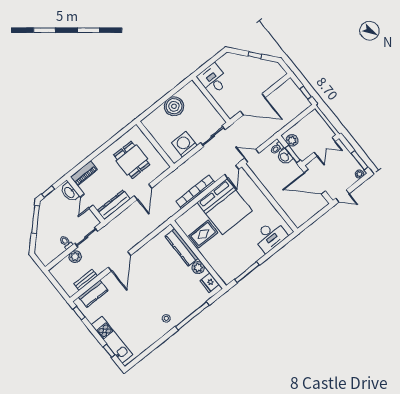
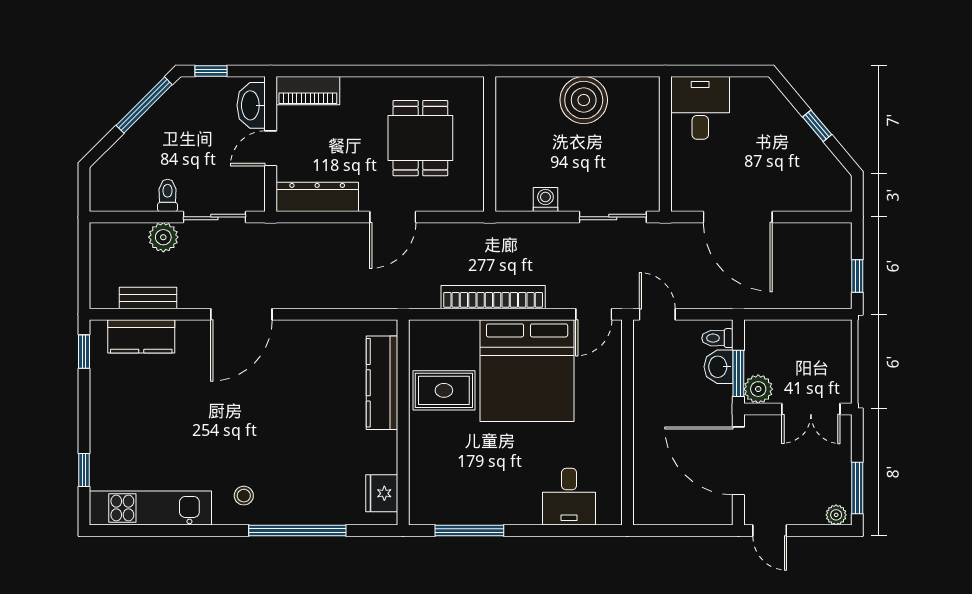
plant: (292, 140) -> (758, 389), moved
washing machine: (184, 144) -> (545, 199), width x0.53, depth x0.53
desk: (270, 236) -> (569, 497), width x0.73
plant: (198, 268) -> (383, 447), removed
kitchen unit: (112, 340) -> (150, 508), moved, turned -90

